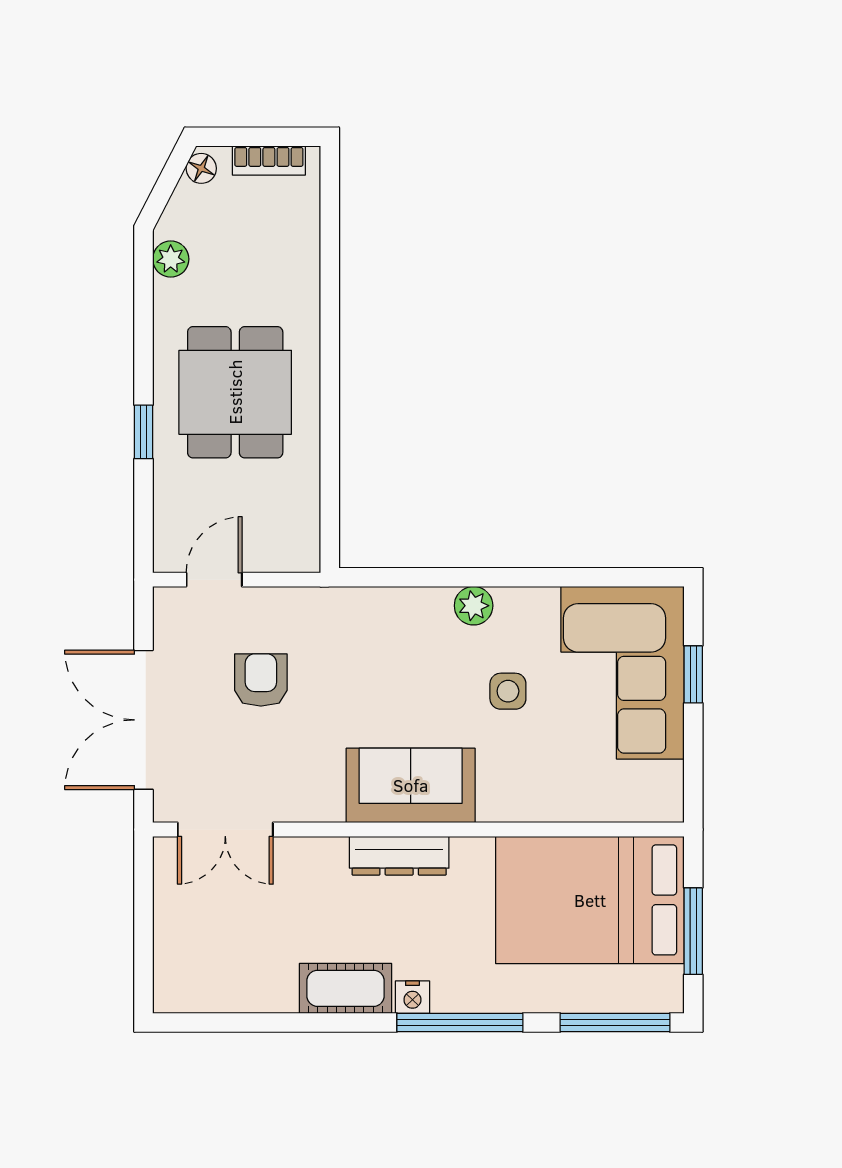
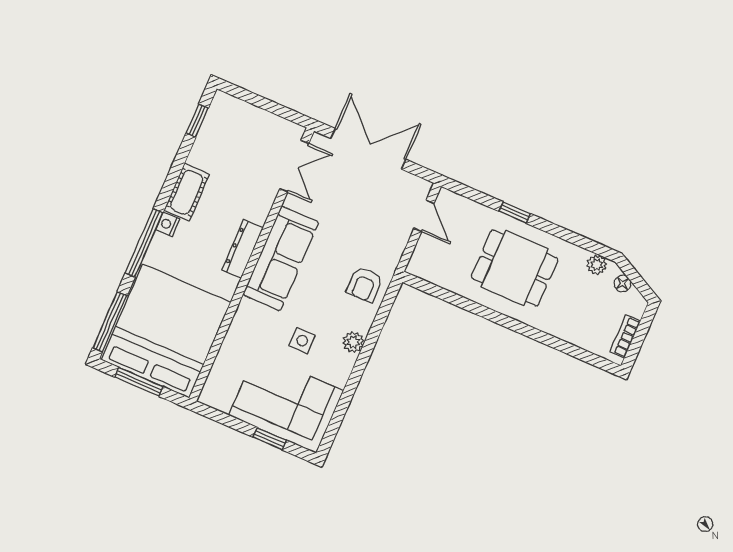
floor lamp: (201, 168) -> (622, 284), moved
armchair: (261, 680) -> (365, 285), moved, turned 90
sofa: (411, 785) -> (281, 258), width x1.36
double door: (225, 829) -> (294, 166), swing flipped
bed: (590, 900) -> (166, 331), width x1.36
window: (220, 1023) -> (197, 121), added

